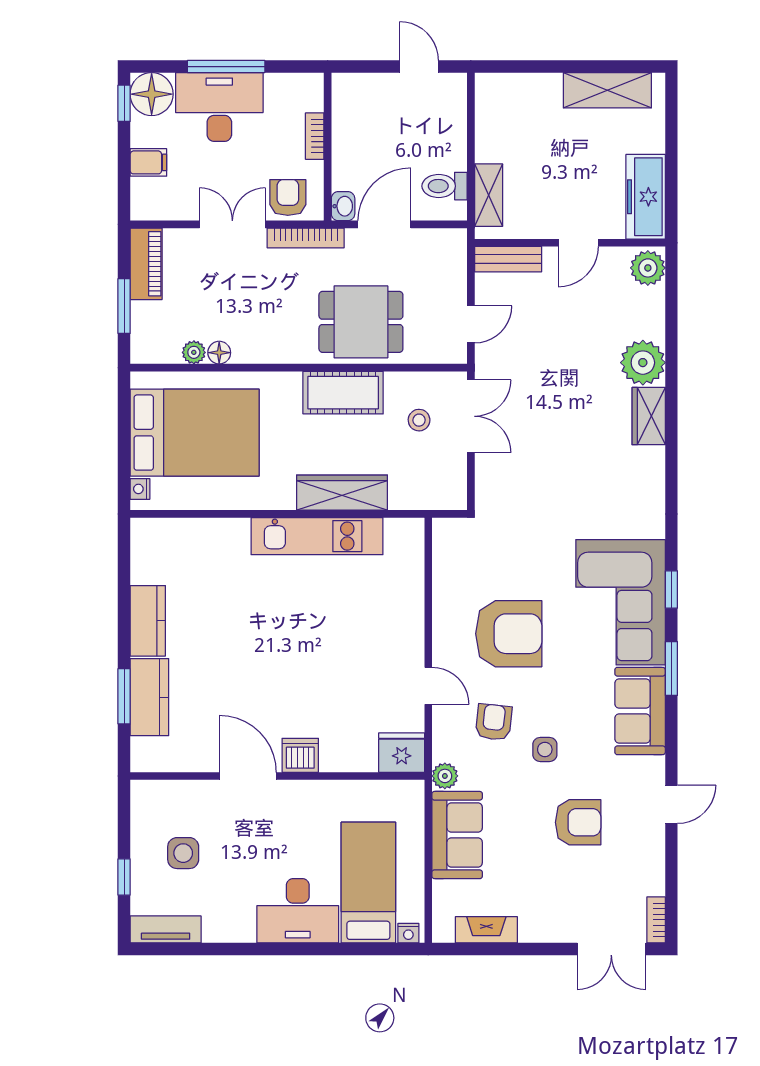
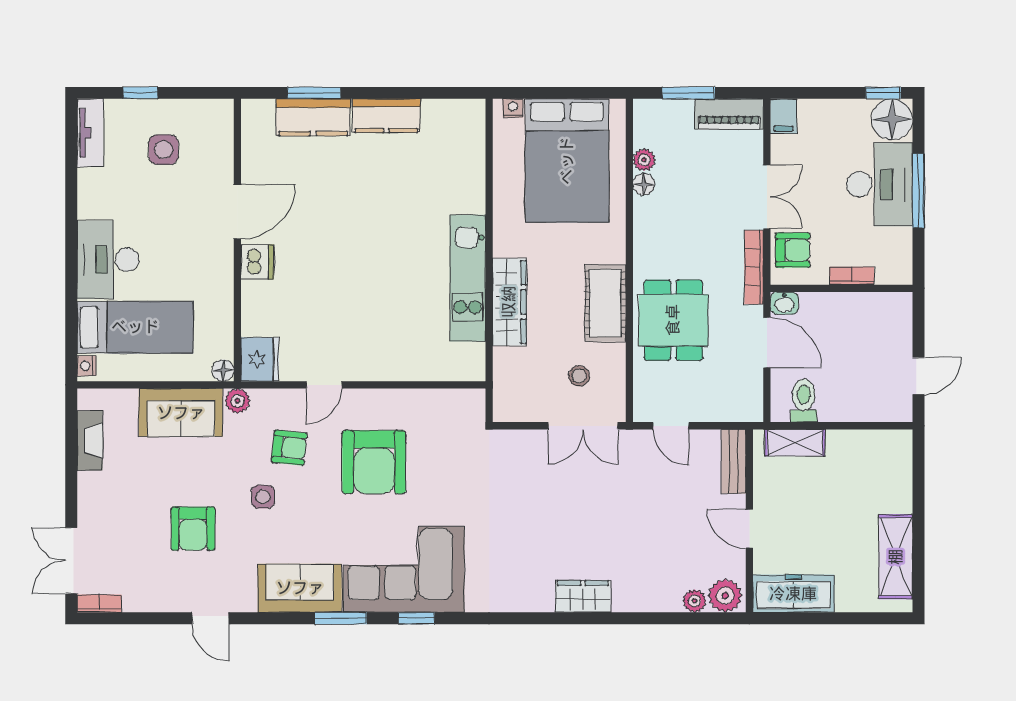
filing cabinet: (148, 162) -> (784, 116), moved
plant: (643, 363) -> (695, 601), moved, width x0.53, depth x0.53
floor lamp: (413, 791) -> (223, 370), added

